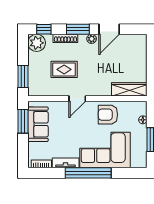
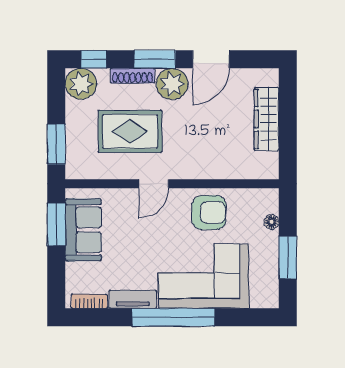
plant: (92, 39) -> (172, 84), width x1.88, depth x1.88
rug: (64, 69) -> (130, 131), width x1.36, depth x1.43
wardrobe: (129, 89) -> (267, 119), moved, turned -90
armchair: (108, 115) -> (209, 213), turned 180

